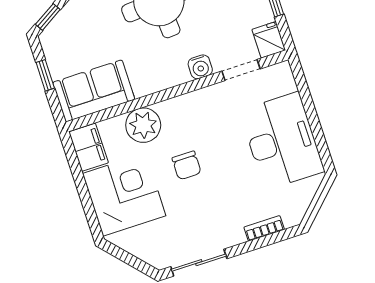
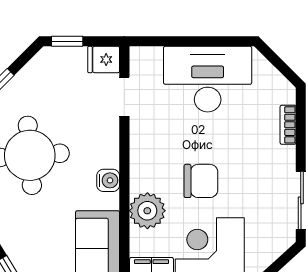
water cooler: (200, 67) -> (108, 180), moved
chair: (187, 165) -> (201, 181), width x1.37, depth x1.37

